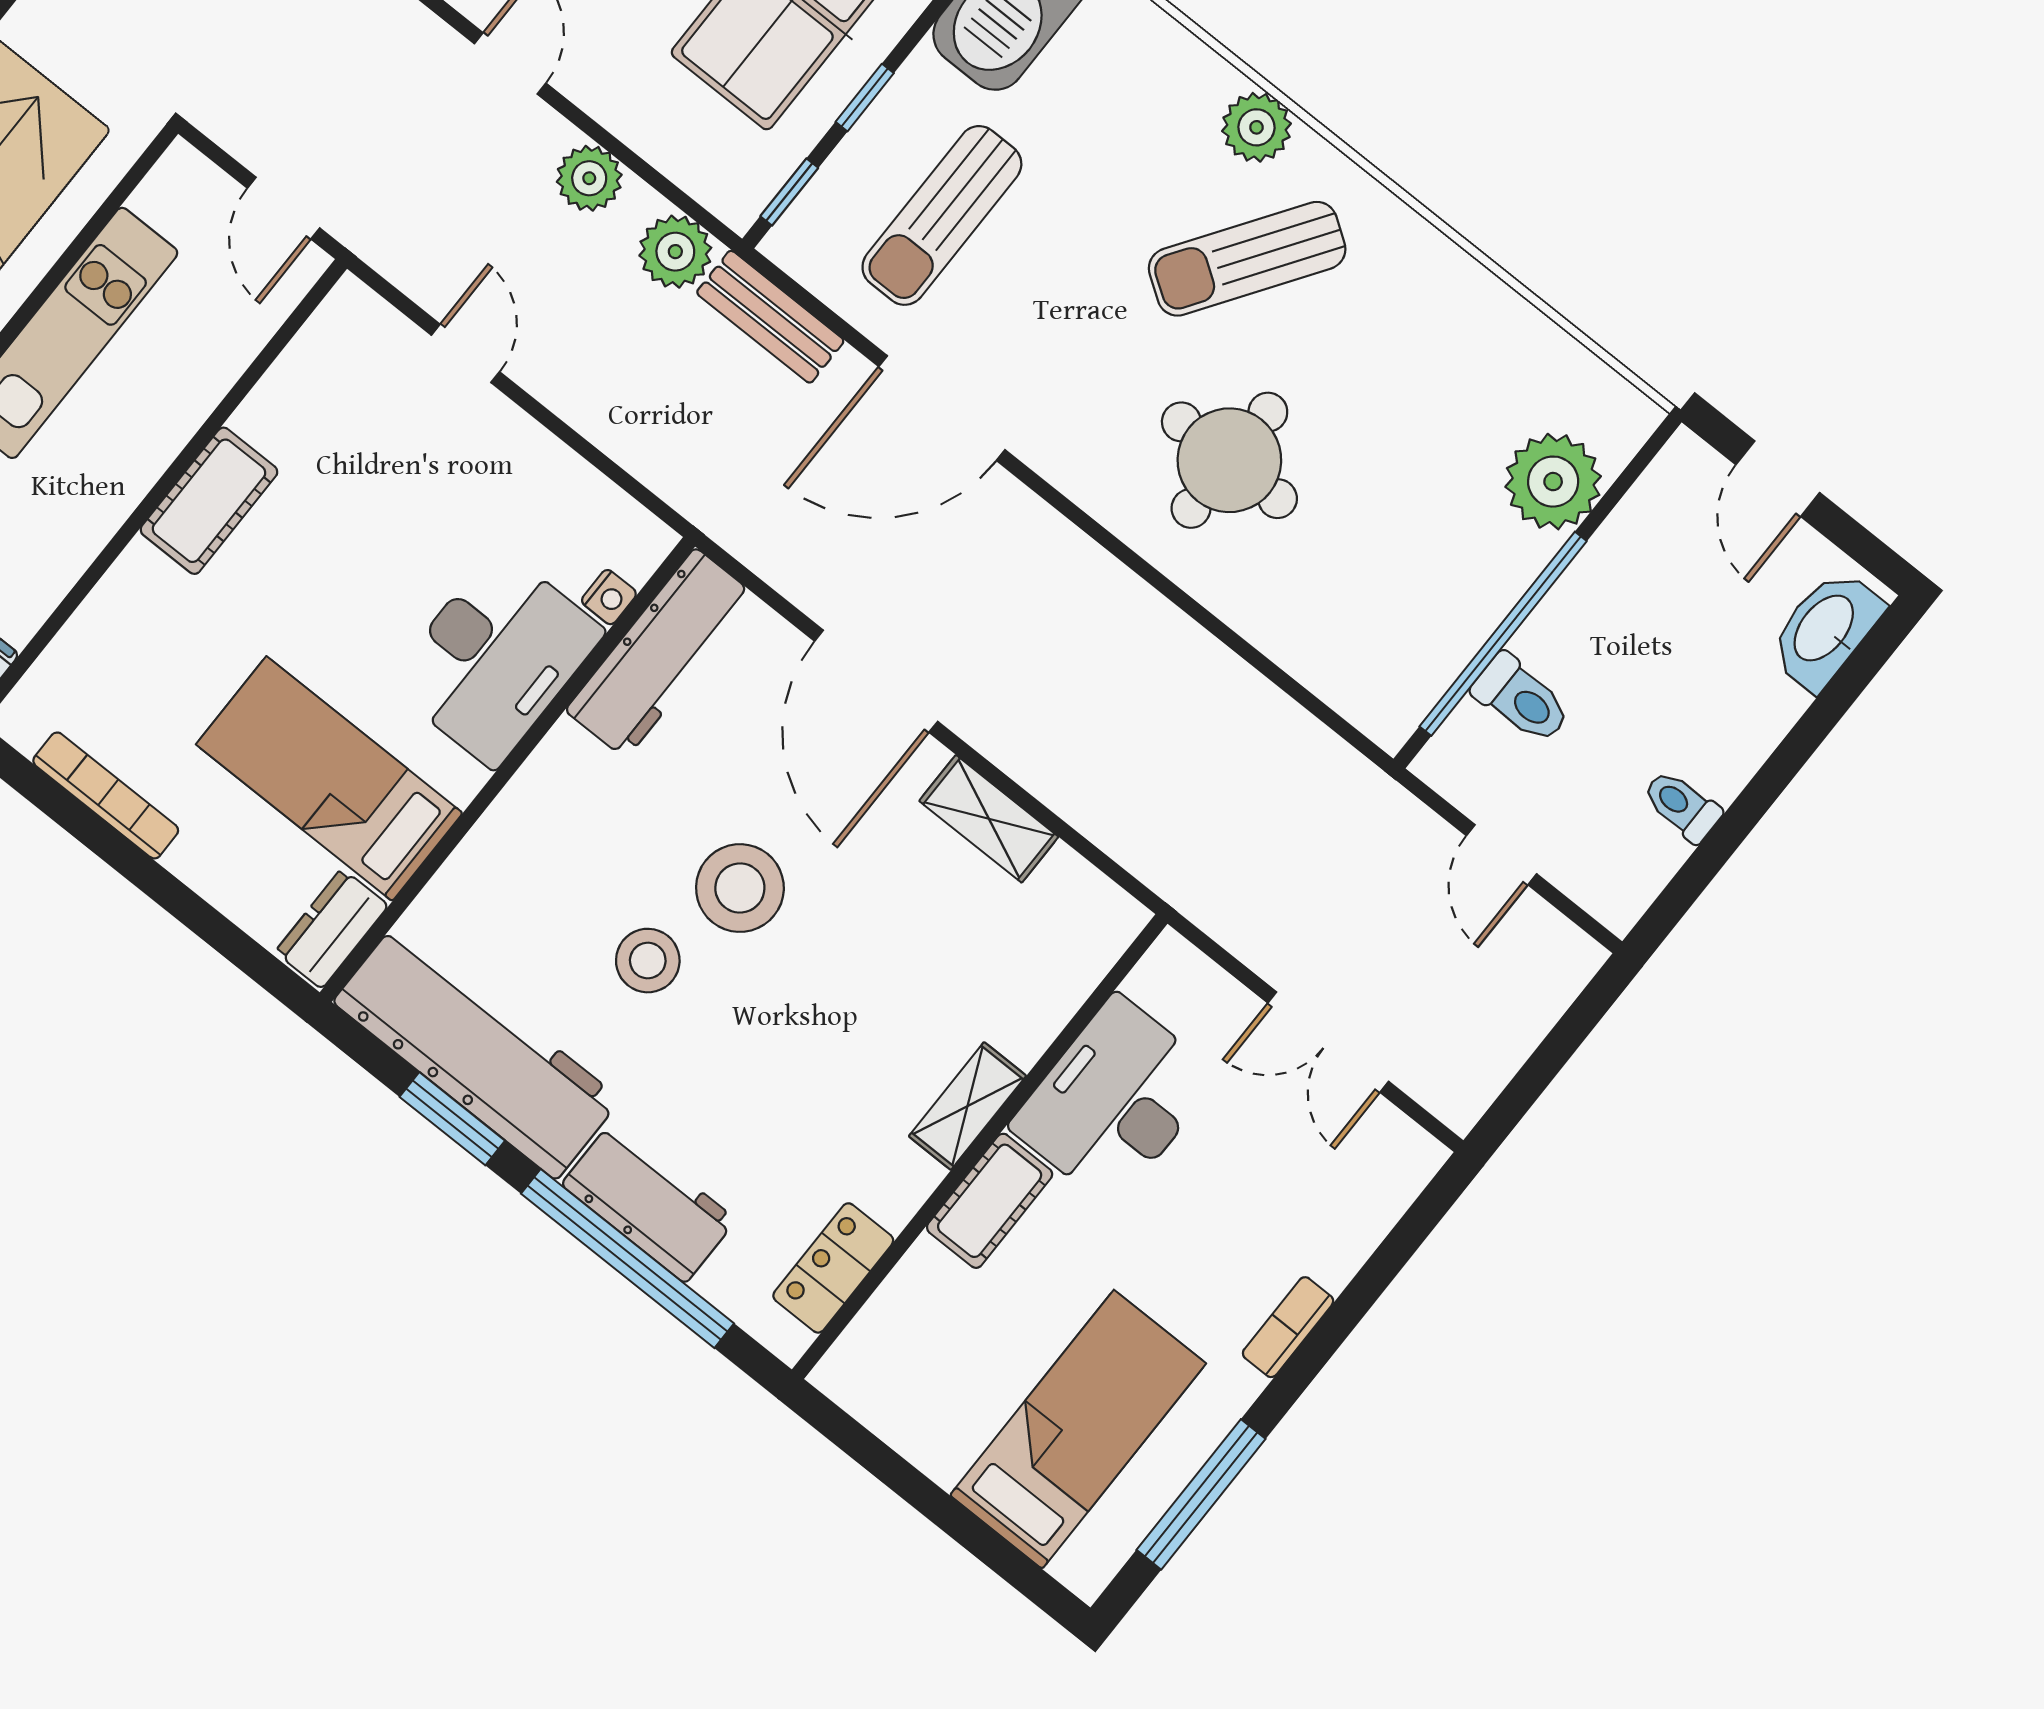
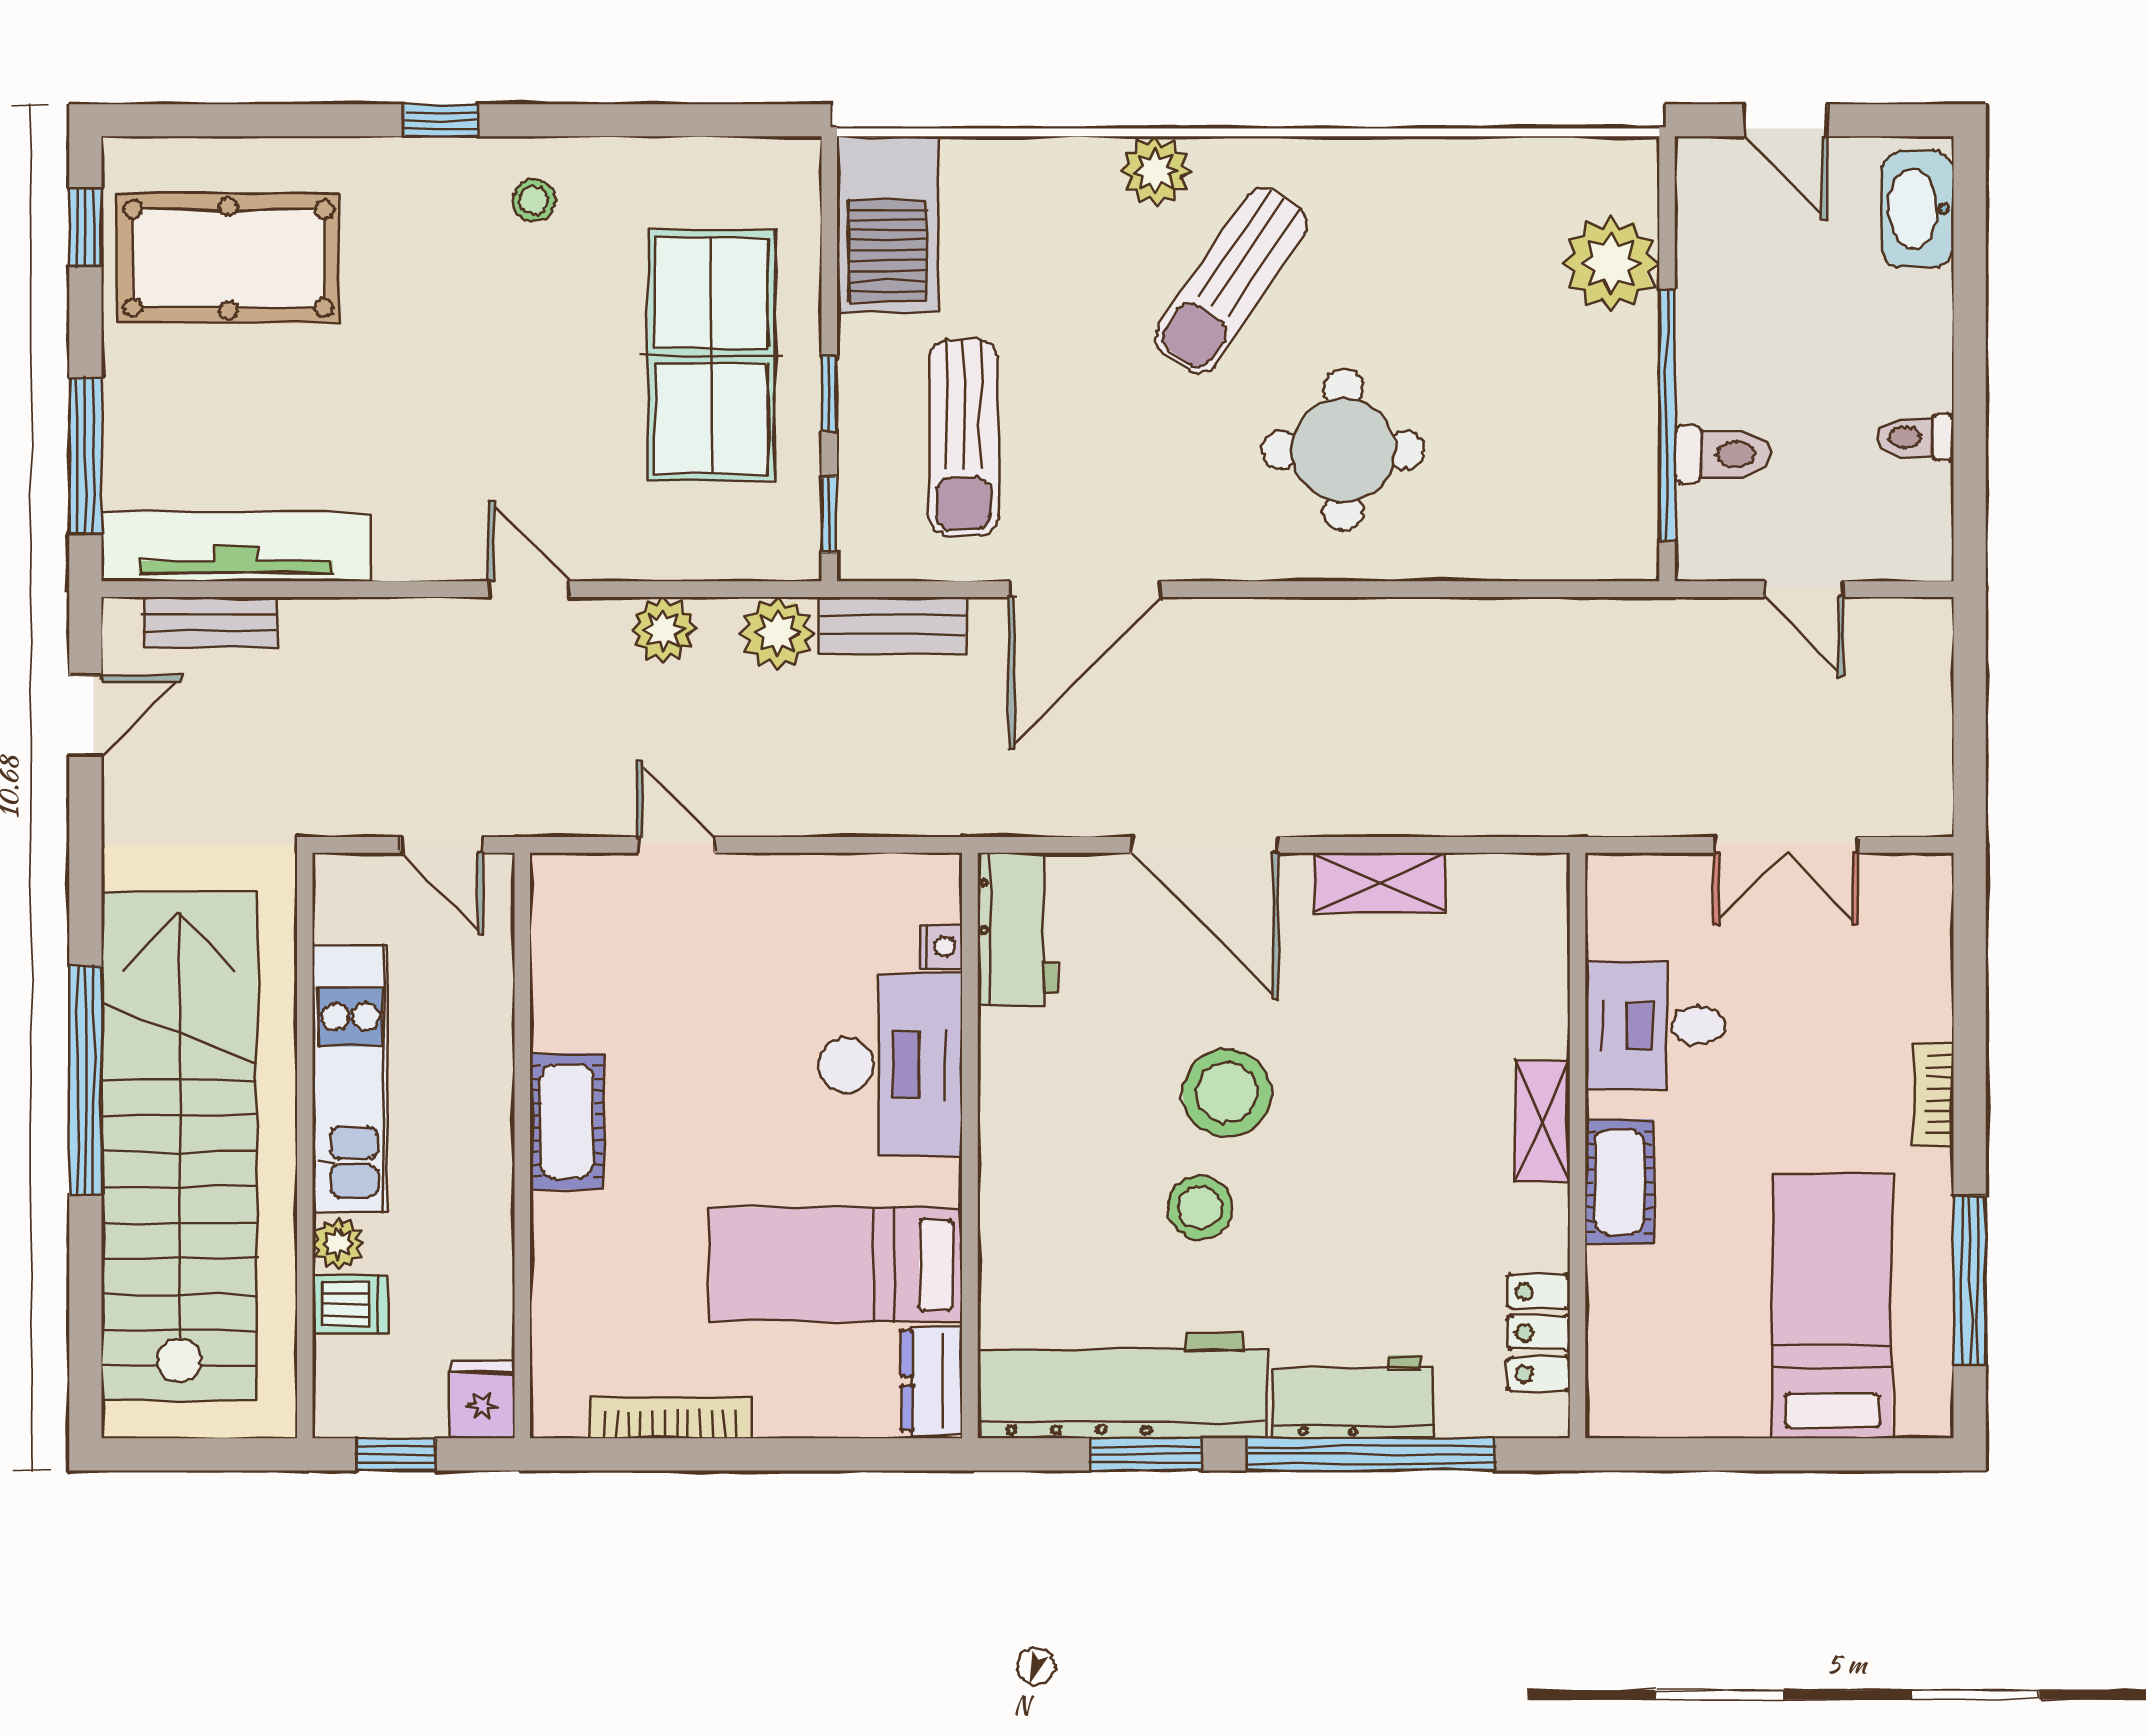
workbench: (661, 653) -> (1017, 929), width x0.73
desk: (1114, 1101) -> (1655, 1025), width x0.73

